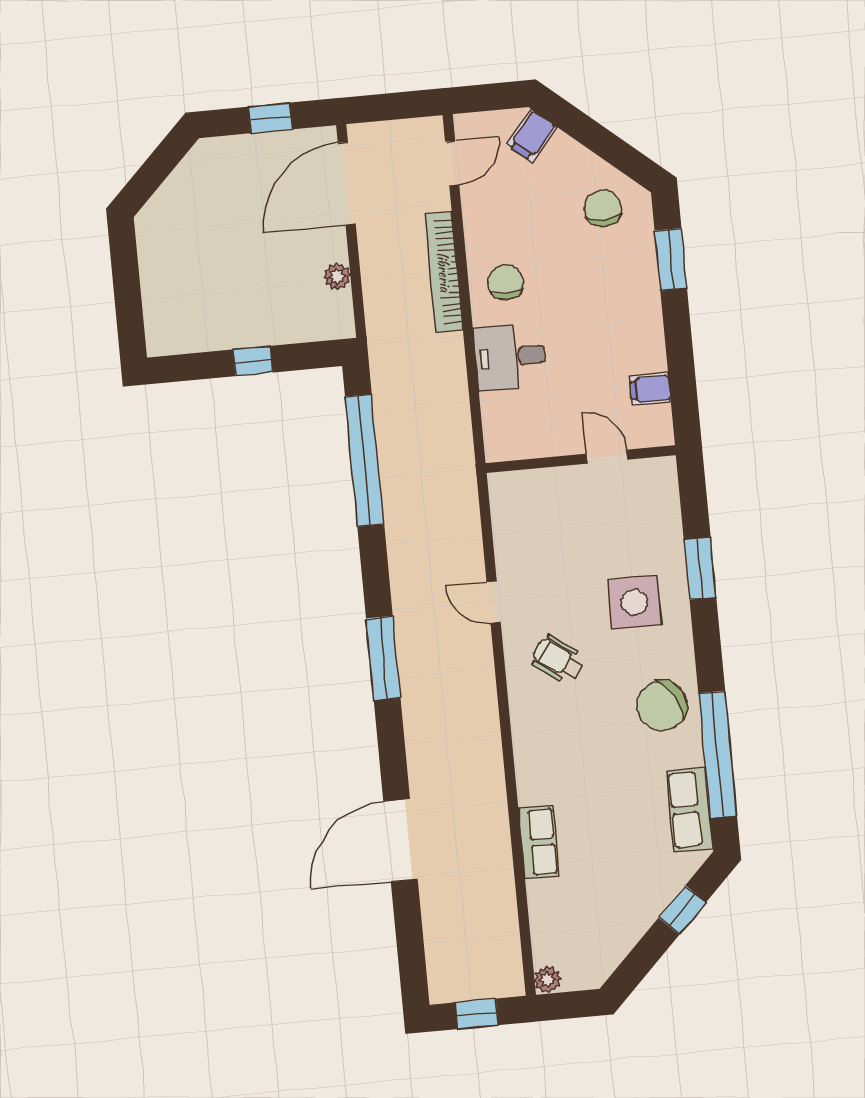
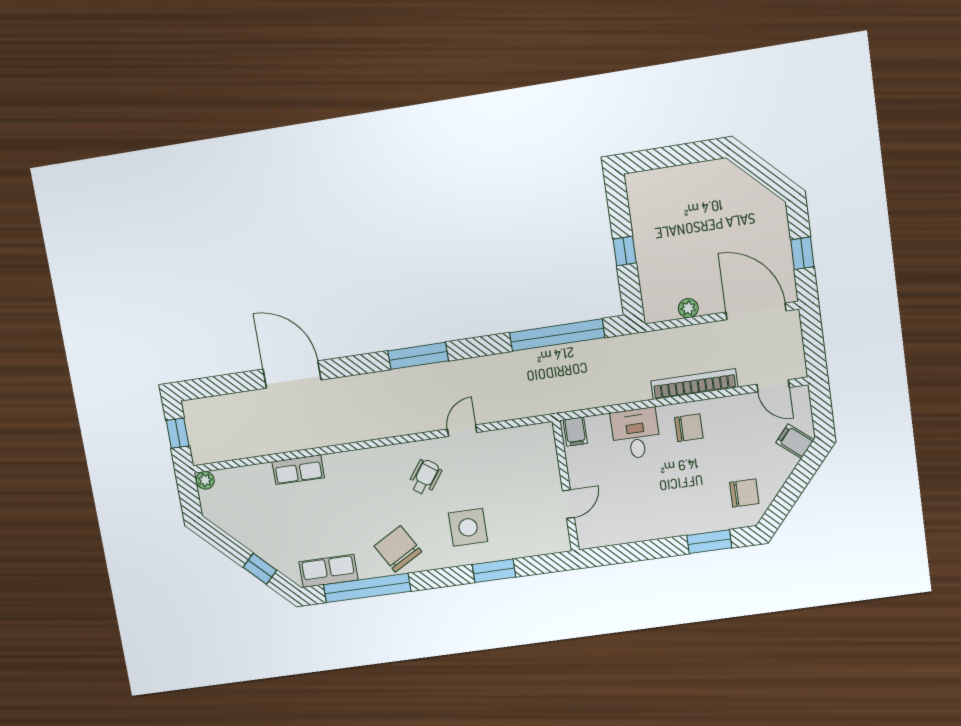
filing cabinet: (650, 389) -> (575, 432), moved, turned 180

